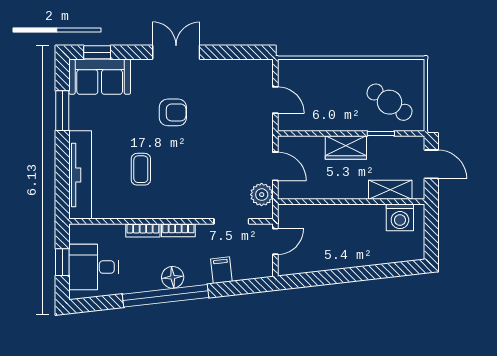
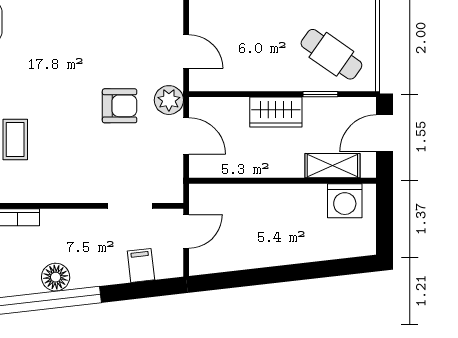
armchair: (173, 112) -> (120, 106), moved
door: (431, 164) -> (385, 133), swing flipped
plant: (262, 195) -> (169, 100), moved
bookcase: (178, 230) -> (63, 217), removed
filing cabinet: (221, 270) -> (141, 265), moved

